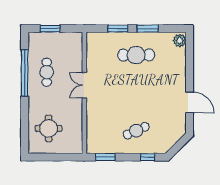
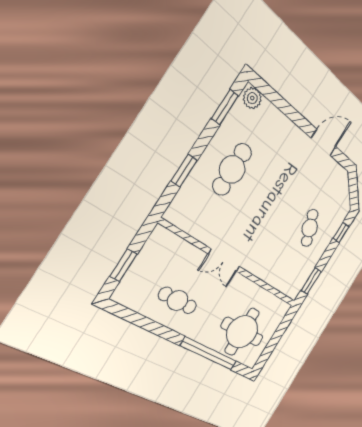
window: (148, 29) -> (225, 107), moved
window: (25, 73) -> (209, 354), moved
round table: (49, 128) -> (242, 332), width x1.36, depth x1.36

